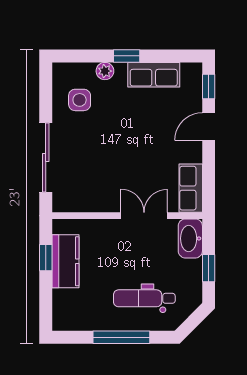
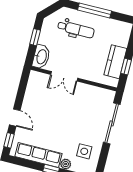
row of seats: (154, 75) -> (38, 155), width x1.48
door: (209, 127) -> (15, 118), hinge flipped
row of seats: (191, 188) -> (34, 85), removed

